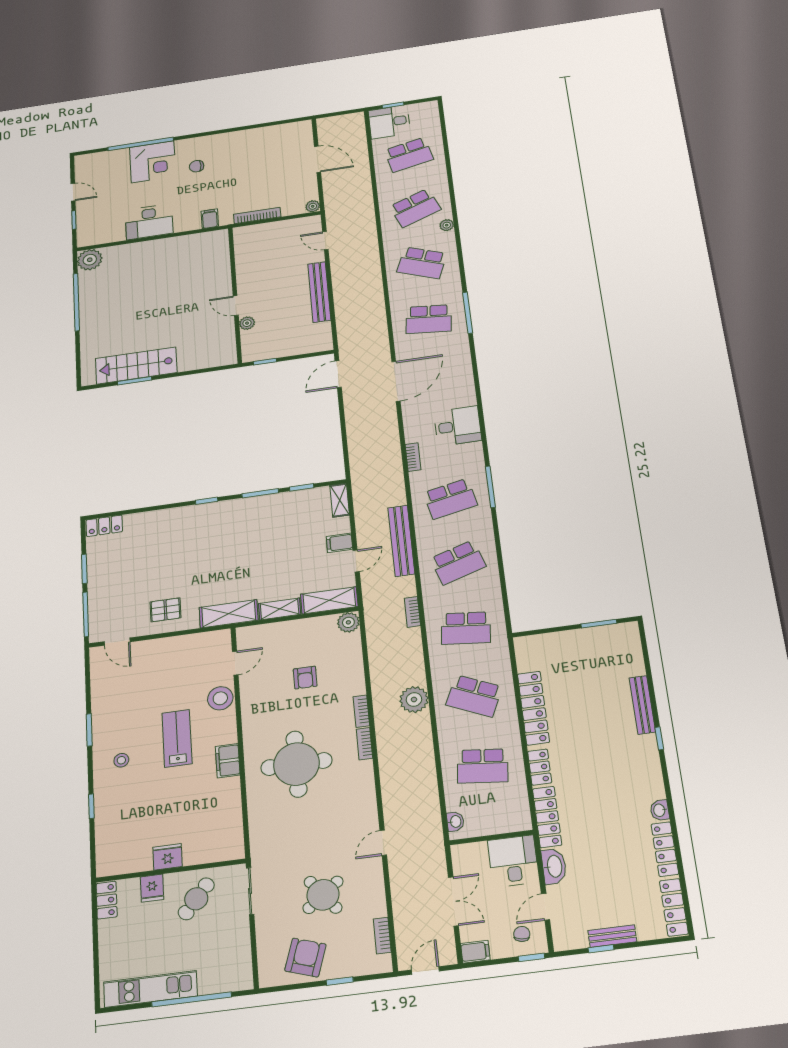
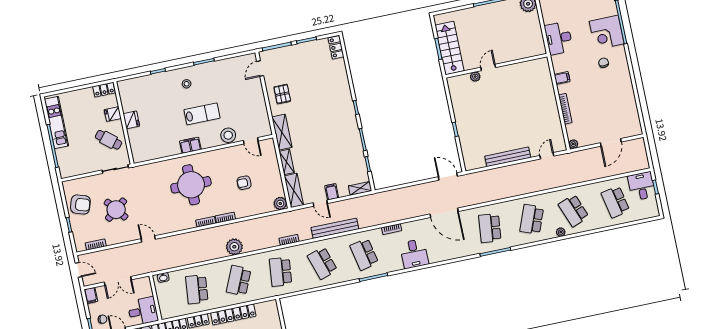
wall: (235, 295) -> (496, 66), moved
door: (236, 306) -> (488, 67), moved
plant: (247, 323) -> (475, 77), moved

